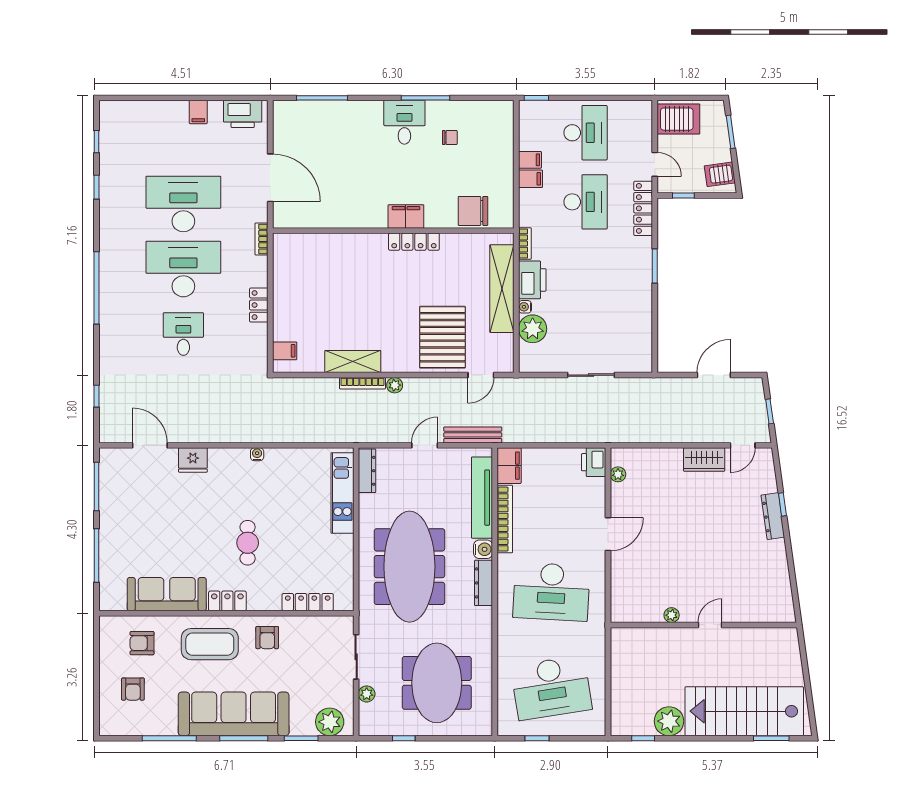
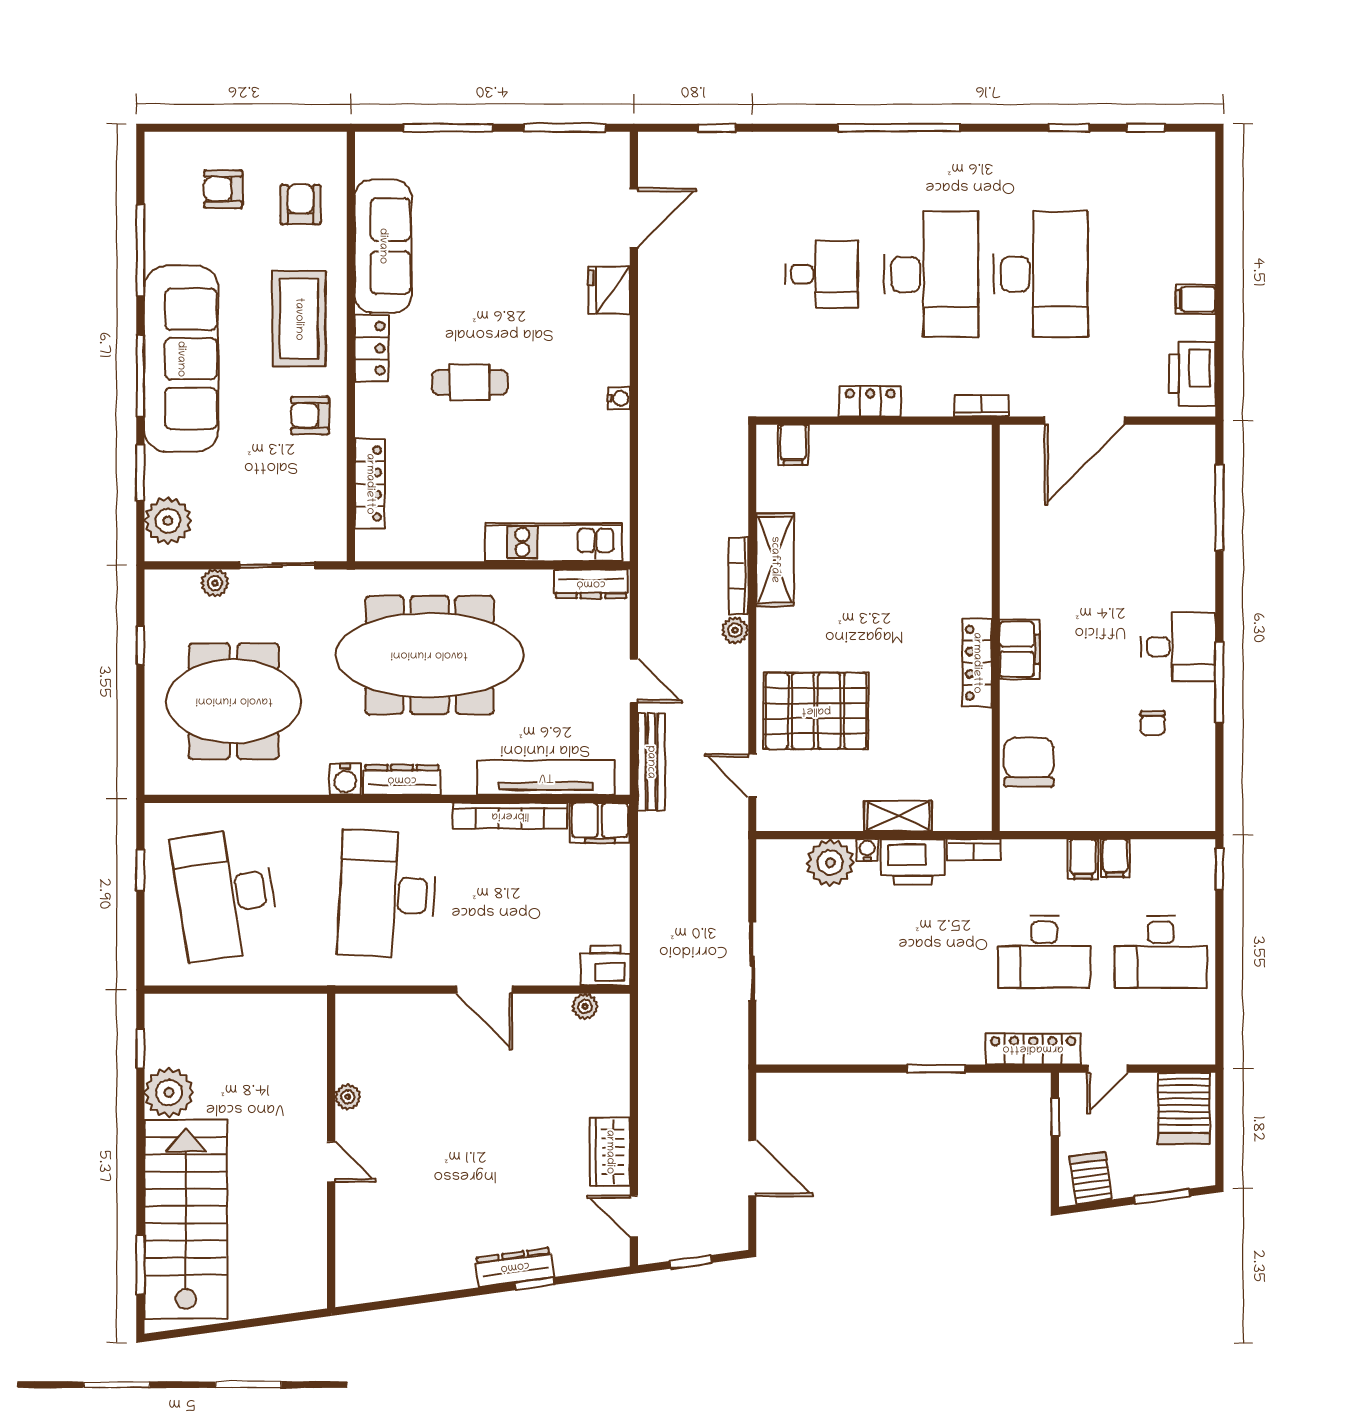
shelving: (502, 289) -> (898, 816), width x0.45, depth x0.75
water cooler: (483, 549) -> (345, 779), moved

